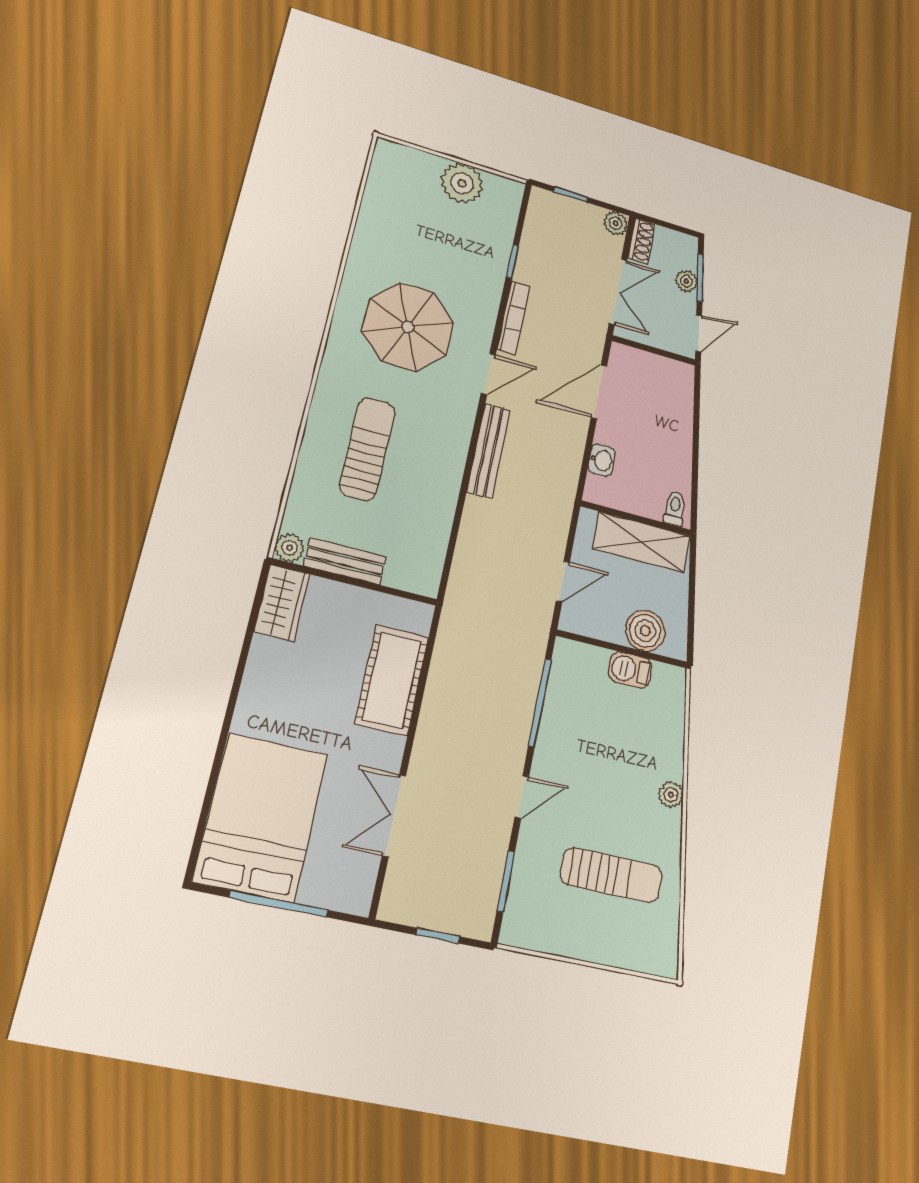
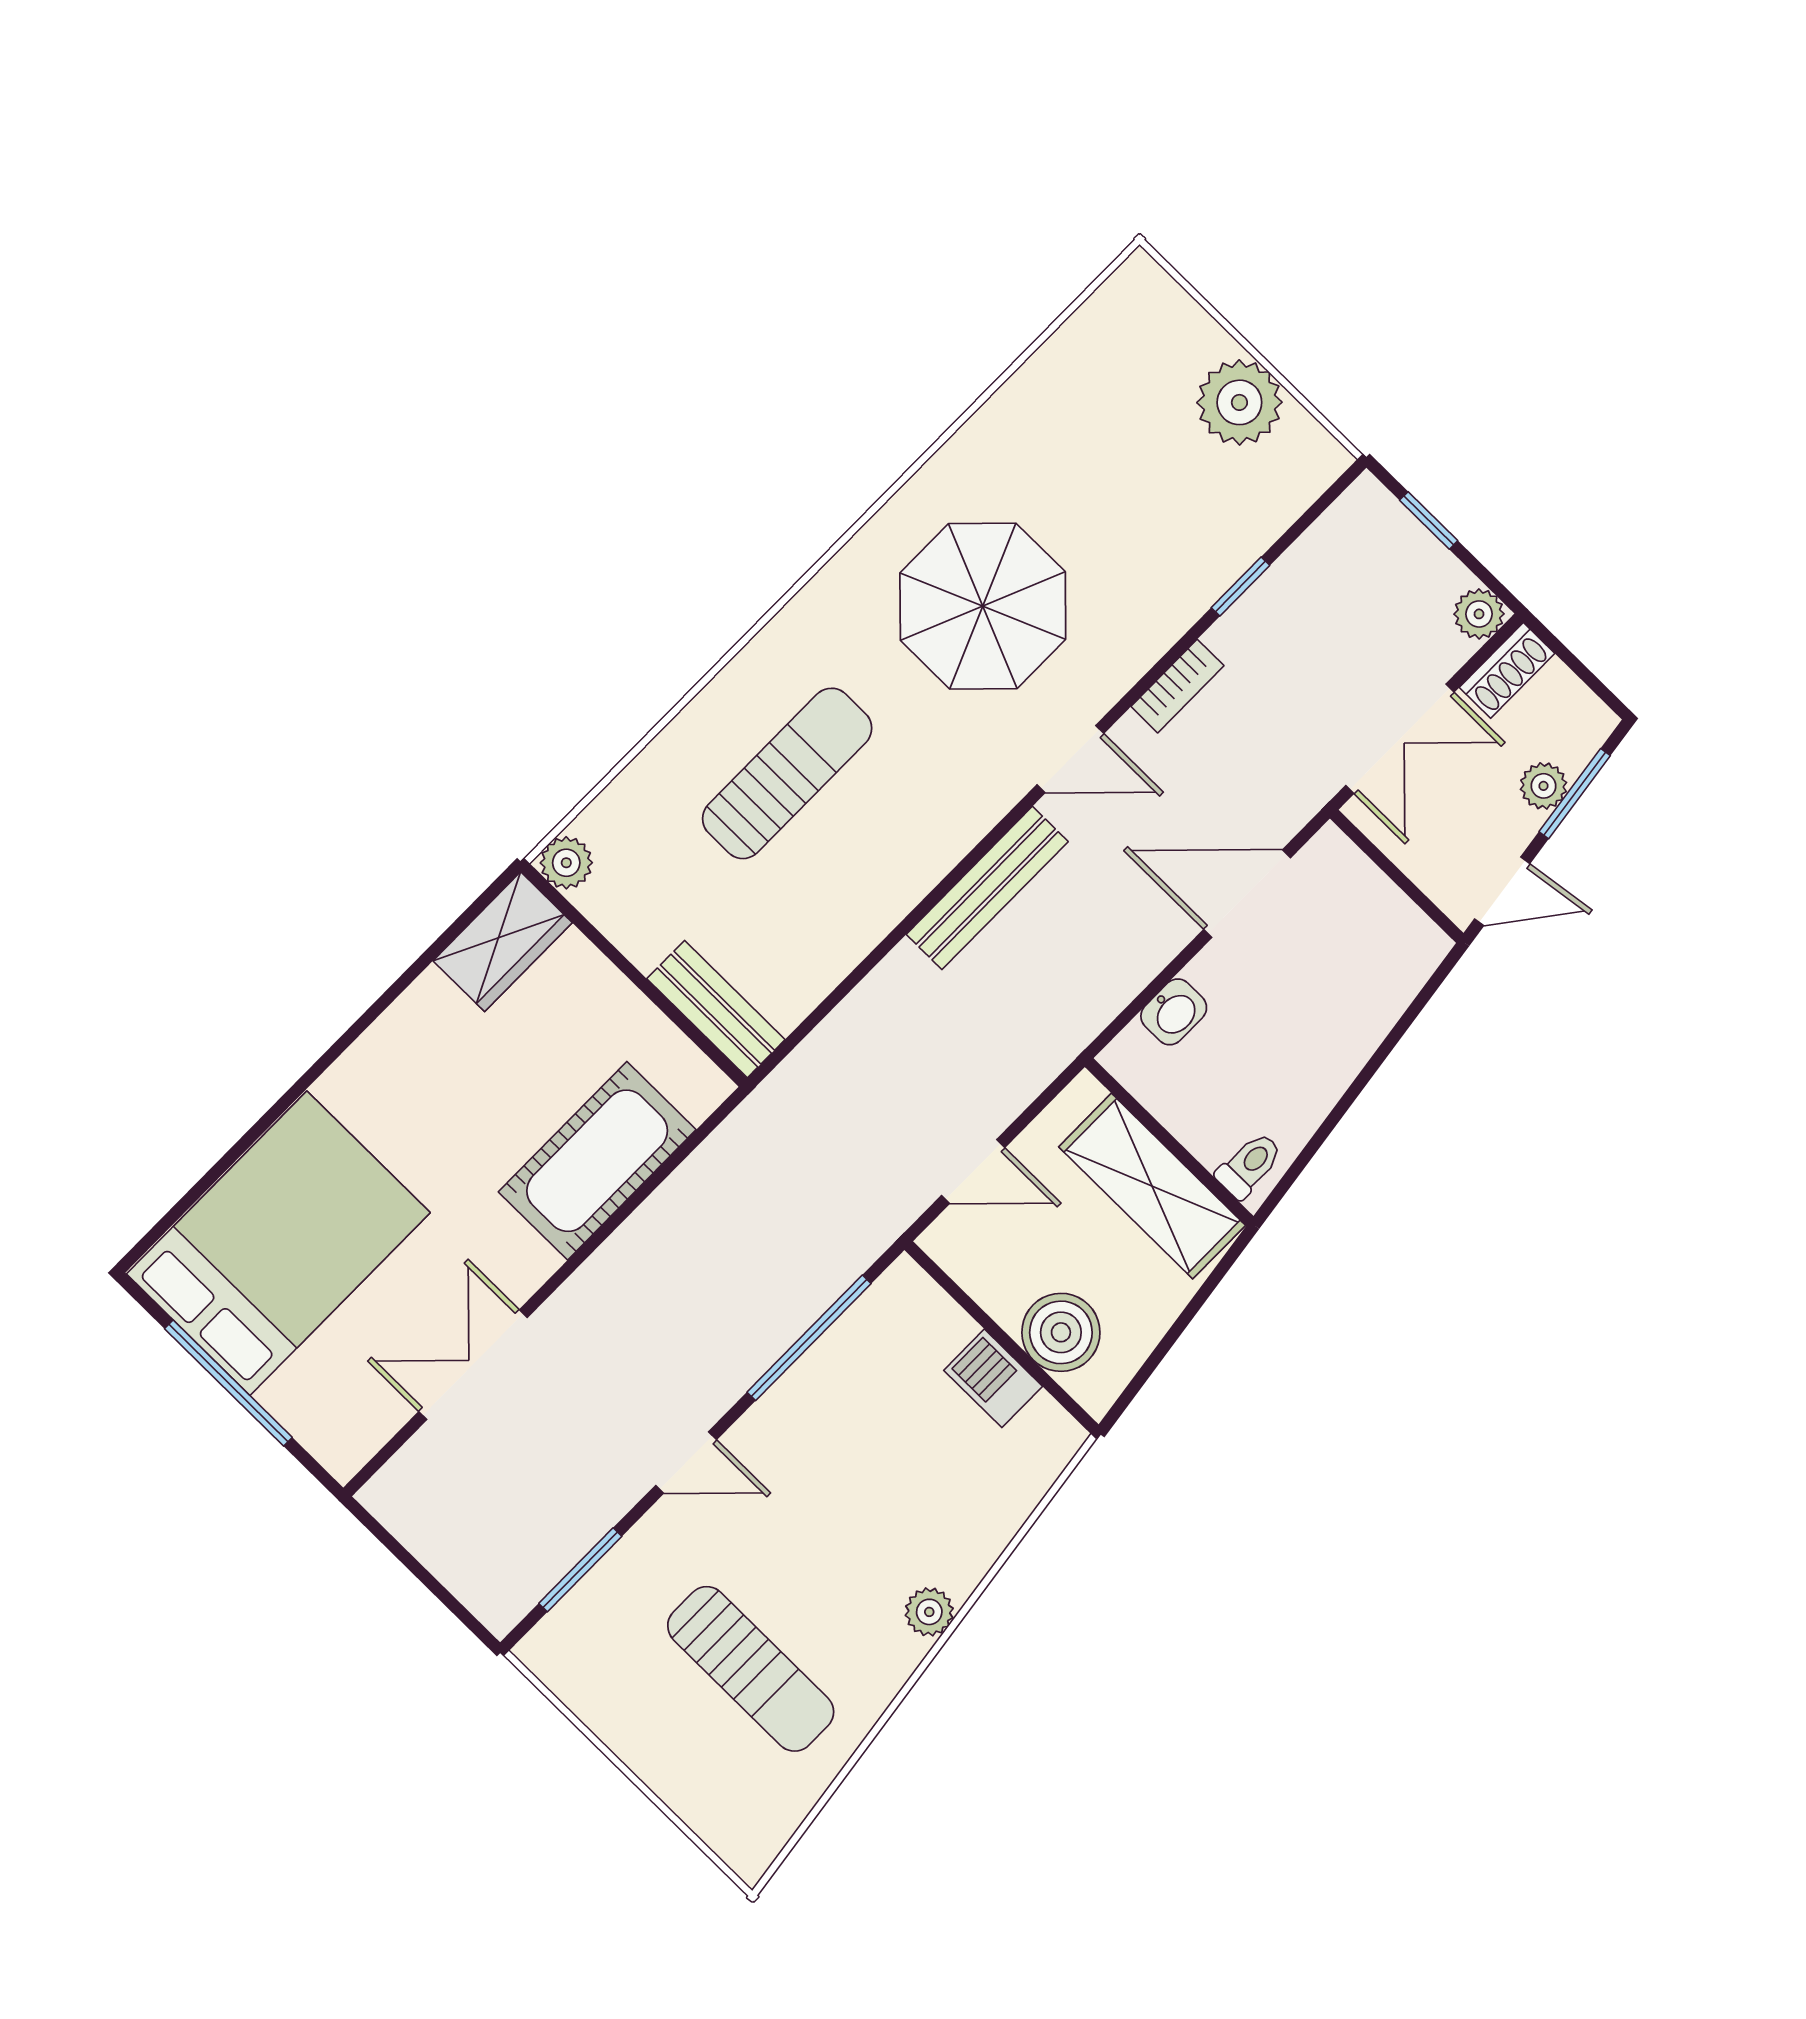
bookcase: (513, 318) -> (1177, 686), width x0.64
bench: (345, 561) -> (716, 1009), moved
window: (438, 936) -> (428, 1580), removed

